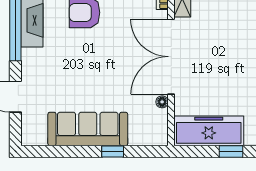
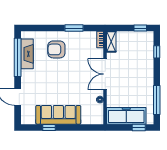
double door: (171, 57) -> (105, 74), width x0.73
window: (113, 151) -> (49, 127), moved

